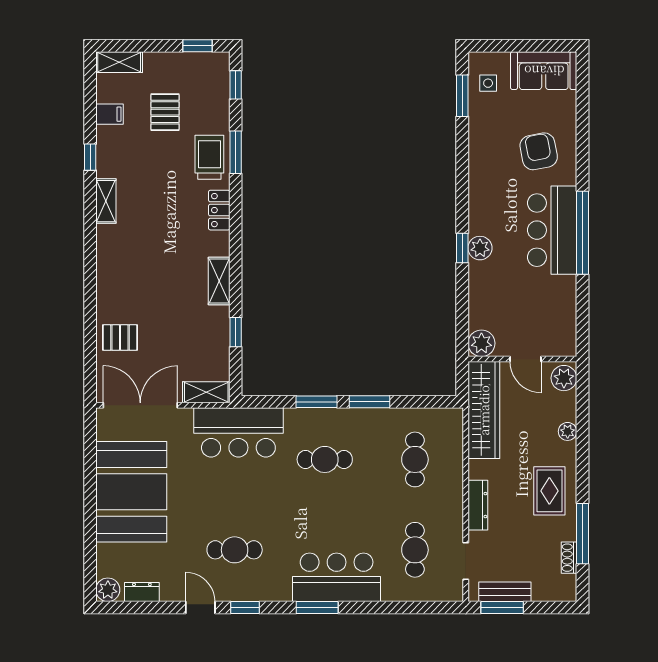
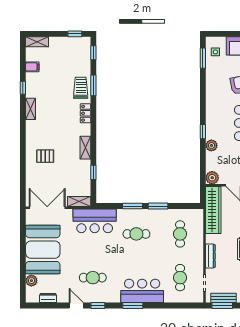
pallet: (165, 112) -> (59, 66), removed
plant: (480, 248) -> (211, 145), moved
pallet: (120, 338) -> (45, 156), moved
plant: (108, 590) -> (31, 281), moved

